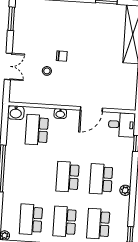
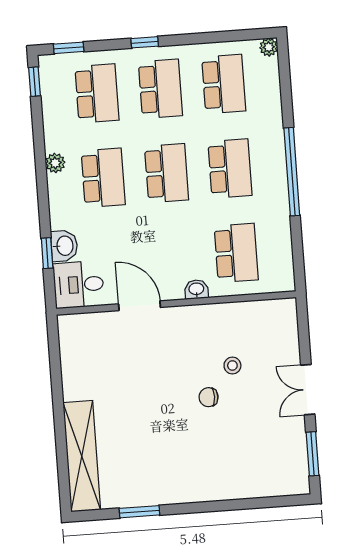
double door: (8, 66) -> (308, 390), moved
door: (91, 109) -> (139, 306), hinge flipped
washbasin: (16, 113) -> (64, 246), moved, turned 90
school desk: (34, 175) -> (230, 168), added

